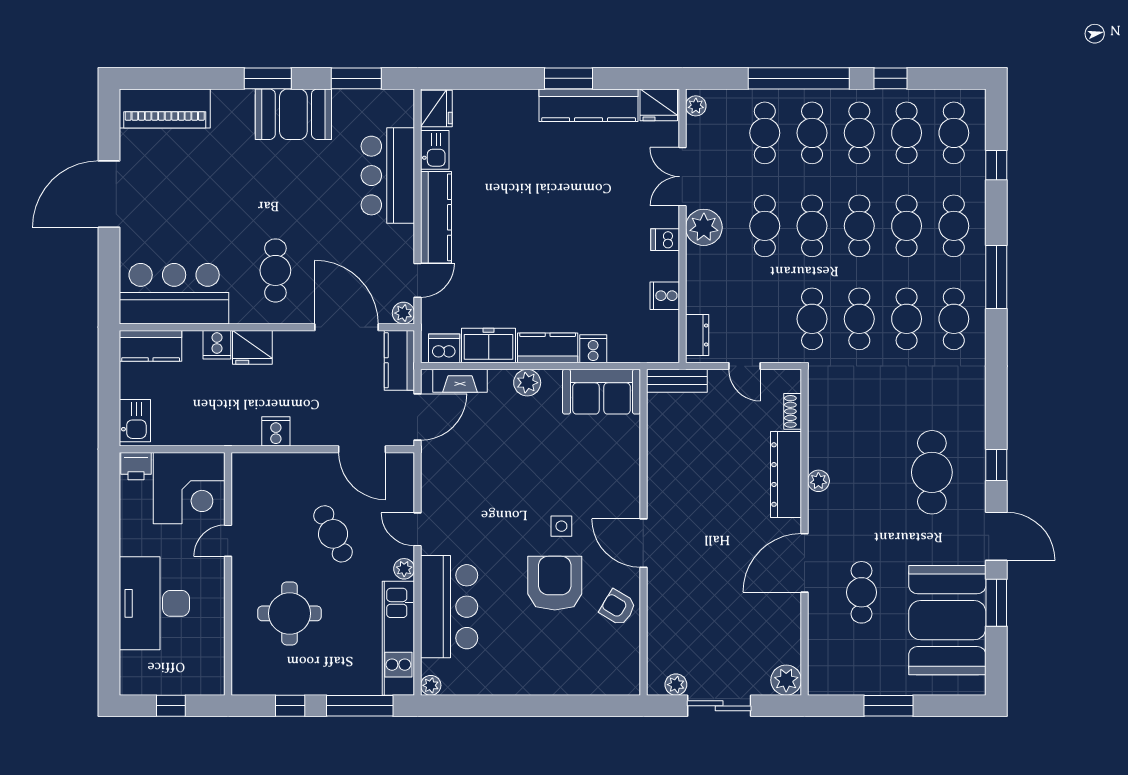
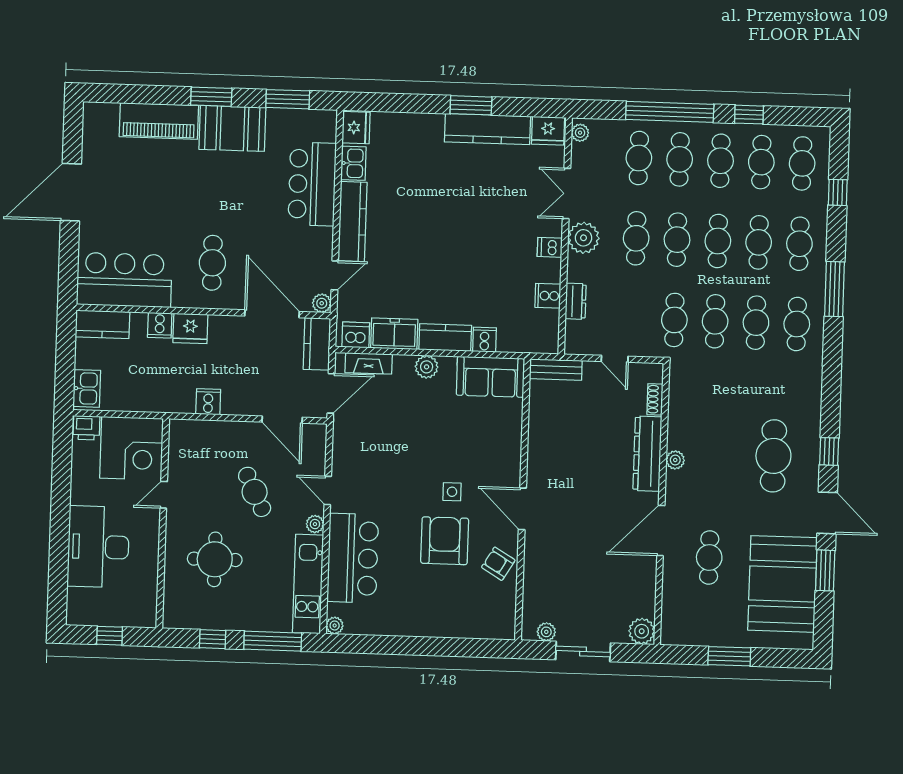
piano: (165, 108) -> (159, 121), moved
dresser: (697, 335) -> (576, 301), moved

